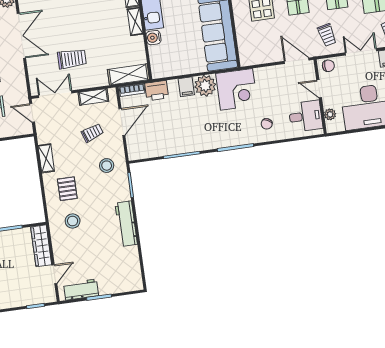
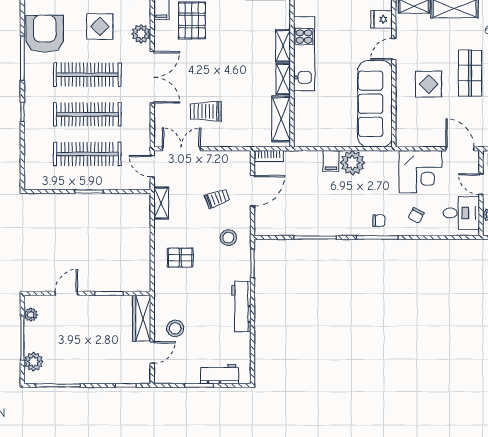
water cooler: (153, 38) -> (302, 100), removed
trolley: (72, 59) -> (206, 111), turned 180
shelving: (128, 74) -> (281, 119), moved, turned 90
corner desk: (237, 89) -> (420, 172), moved
printer: (157, 91) -> (297, 161), removed
shelving: (93, 97) -> (224, 158), removed
chair: (235, 133) -> (379, 221), added
shelving: (46, 158) -> (161, 203), moved
pallet: (67, 189) -> (180, 258), turned 90
stool: (73, 221) -> (175, 328), moved
workbench: (81, 290) -> (220, 374), moved

